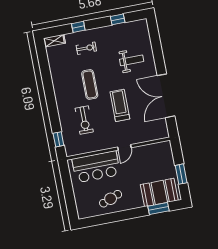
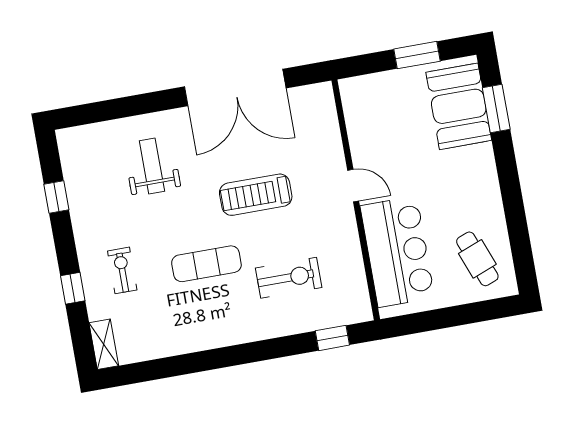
cafe table: (111, 199) -> (477, 259), moved

